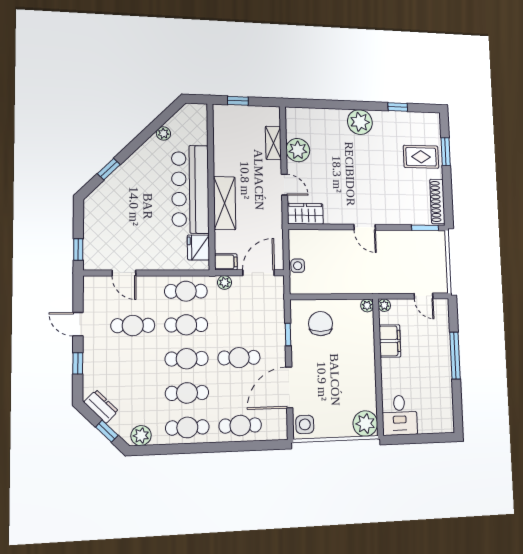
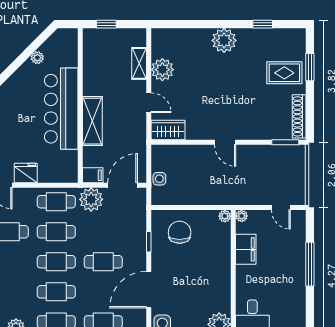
fridge: (198, 247) -> (26, 173), moved, turned 90
plant: (224, 282) -> (91, 199), width x1.88, depth x1.88

